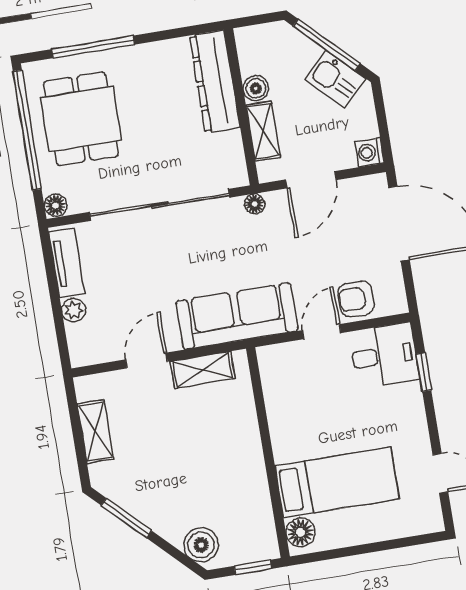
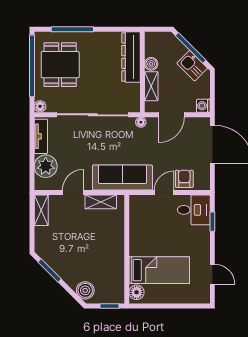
armchair: (356, 299) -> (184, 179), turned 90
plant: (74, 310) -> (46, 166), width x1.88, depth x1.88
shelving: (95, 432) -> (41, 210), moved

